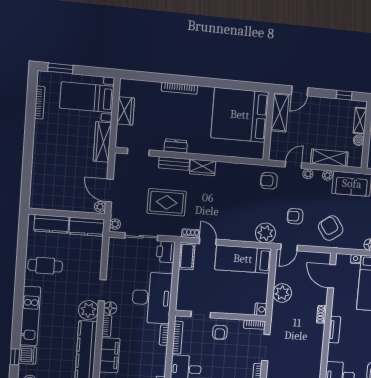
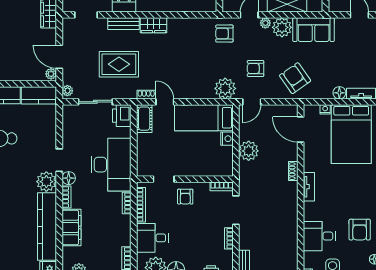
plant: (327, 175) -> (282, 27), width x1.88, depth x1.88
nightstand: (261, 309) -> (227, 139), moved

